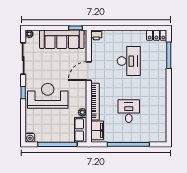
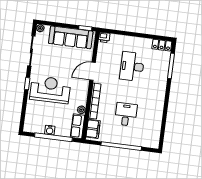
desk: (129, 61) -> (132, 66), turned 180
water cooler: (30, 138) -> (50, 130), moved

